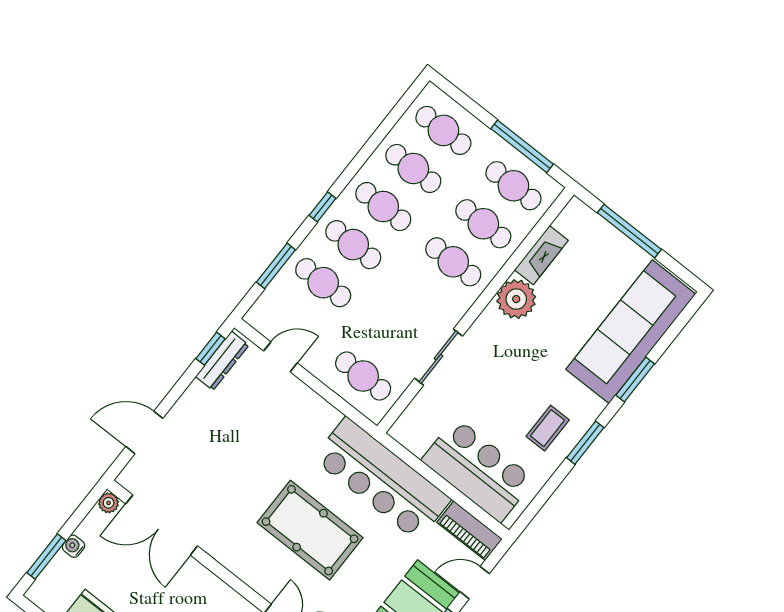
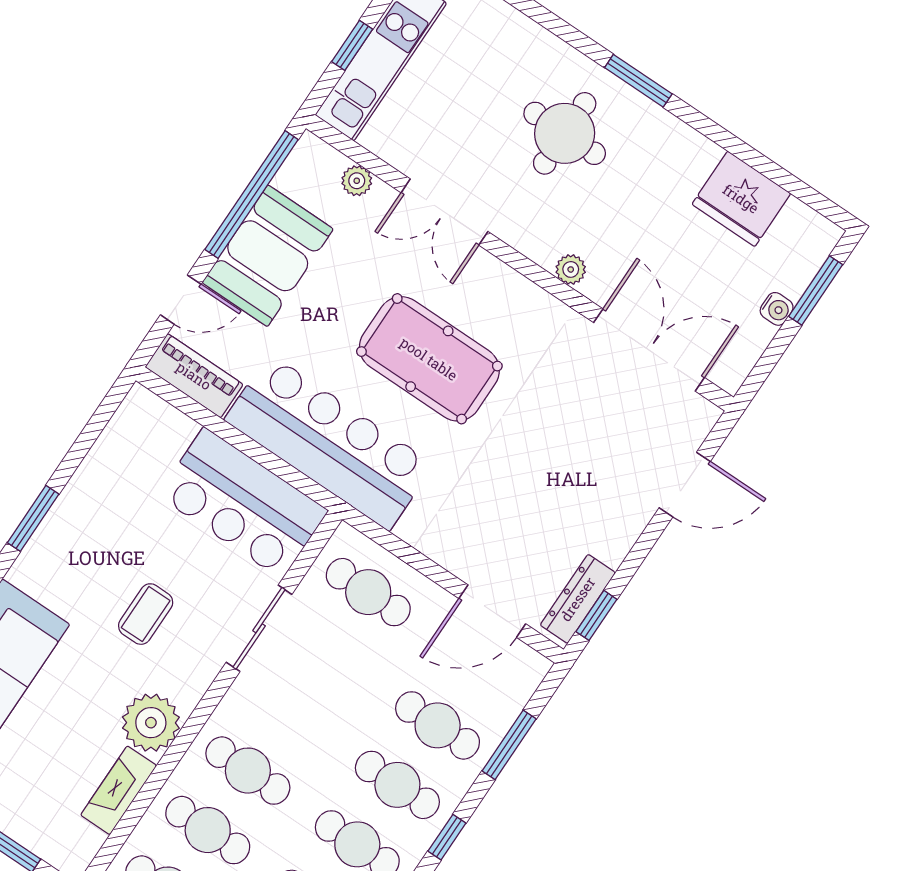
door: (280, 357) -> (492, 611), width x1.38
coffee table: (548, 428) -> (146, 614), moved
bar counter: (478, 470) -> (243, 503), moved
plant: (109, 503) -> (571, 269), moved

